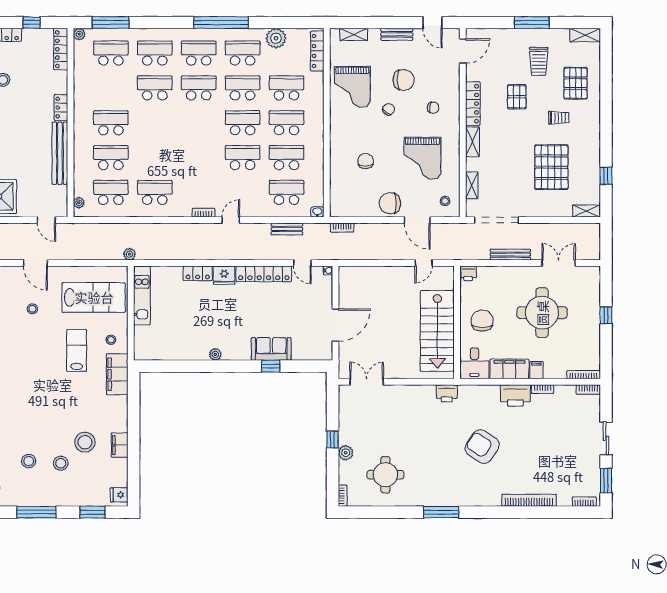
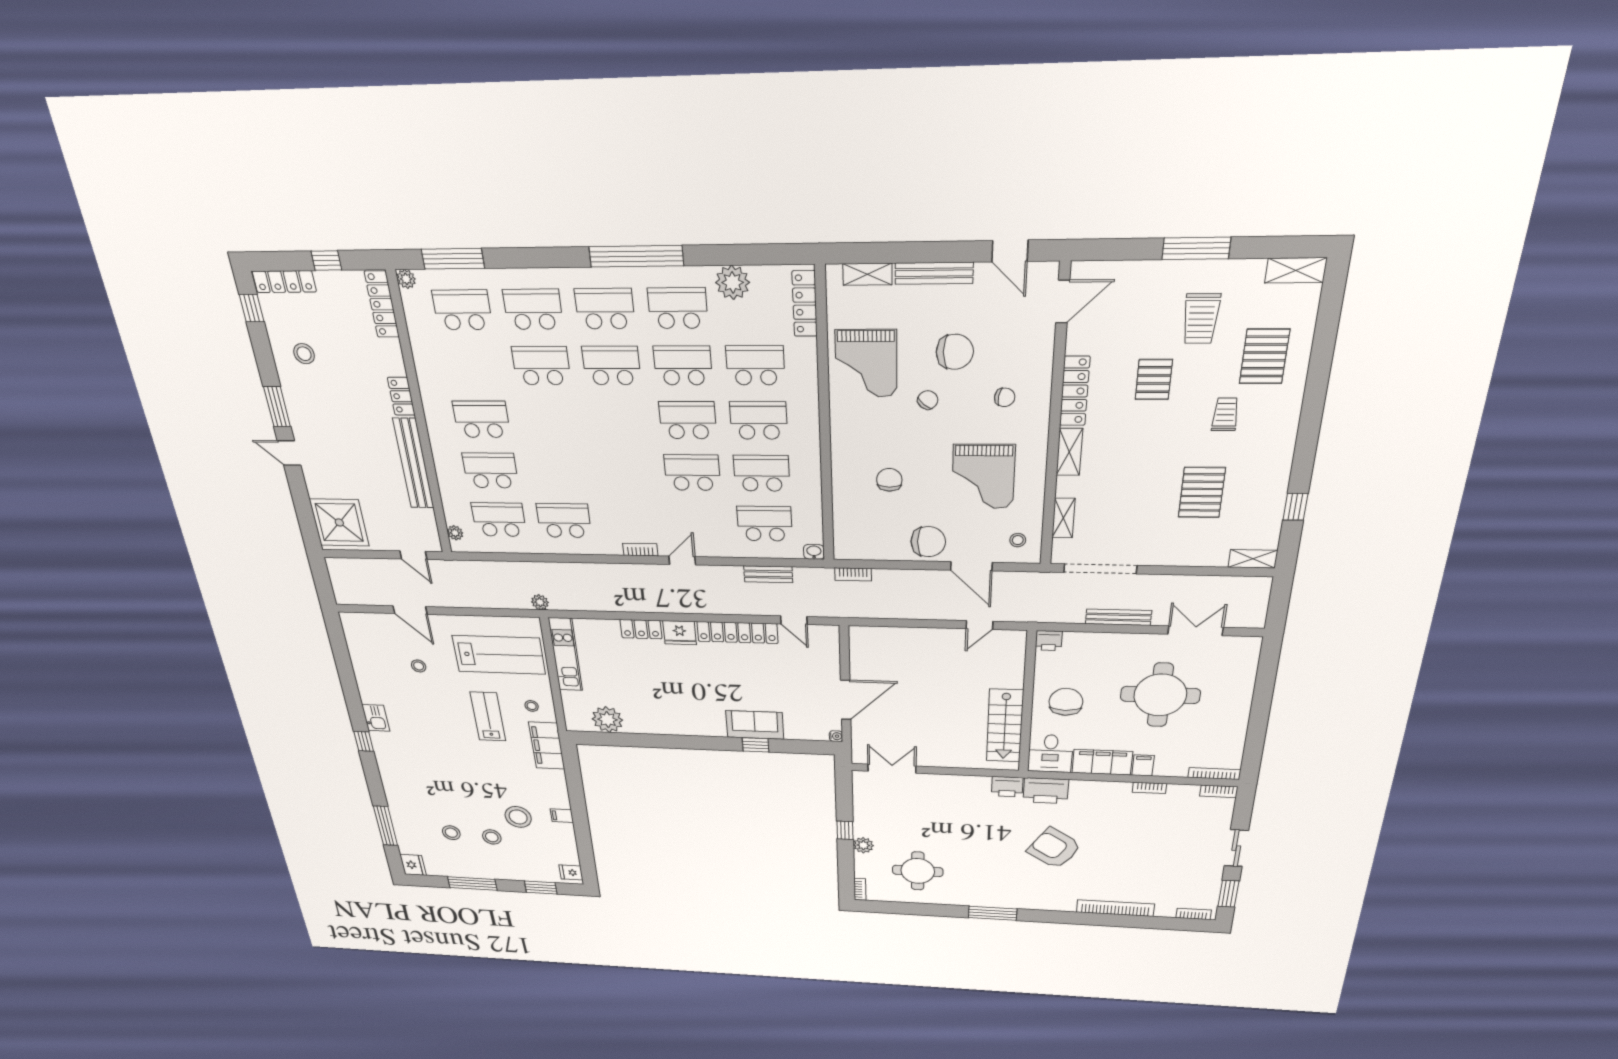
bench: (397, 34) -> (934, 273), width x1.36
trolley: (559, 118) -> (1225, 414), turned -90
pallet: (551, 167) -> (1202, 492), width x0.73, depth x0.71
chair: (390, 203) -> (928, 542), turned 180
water cooler: (328, 270) -> (836, 736), moved
window: (606, 315) -> (1262, 702), removed
stairs: (437, 331) -> (1005, 726), width x0.73, depth x0.66
plant: (215, 354) -> (607, 720), moved, width x1.88, depth x1.88
printer: (515, 395) -> (1046, 791), moved
filing cabinet: (120, 445) -> (562, 816), width x0.50

